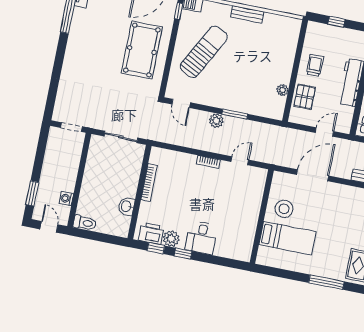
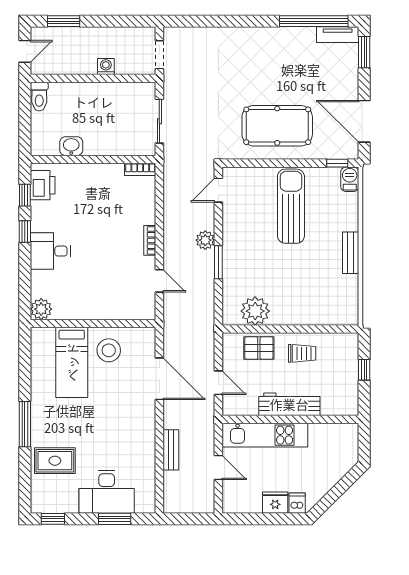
sun lounger: (204, 52) -> (291, 206), turned -118
plant: (282, 90) -> (255, 311), width x1.88, depth x1.88
bookcase: (149, 182) -> (140, 169), moved, width x0.64
washing machine: (66, 198) -> (106, 66), moved
plant: (171, 239) -> (41, 309), moved

